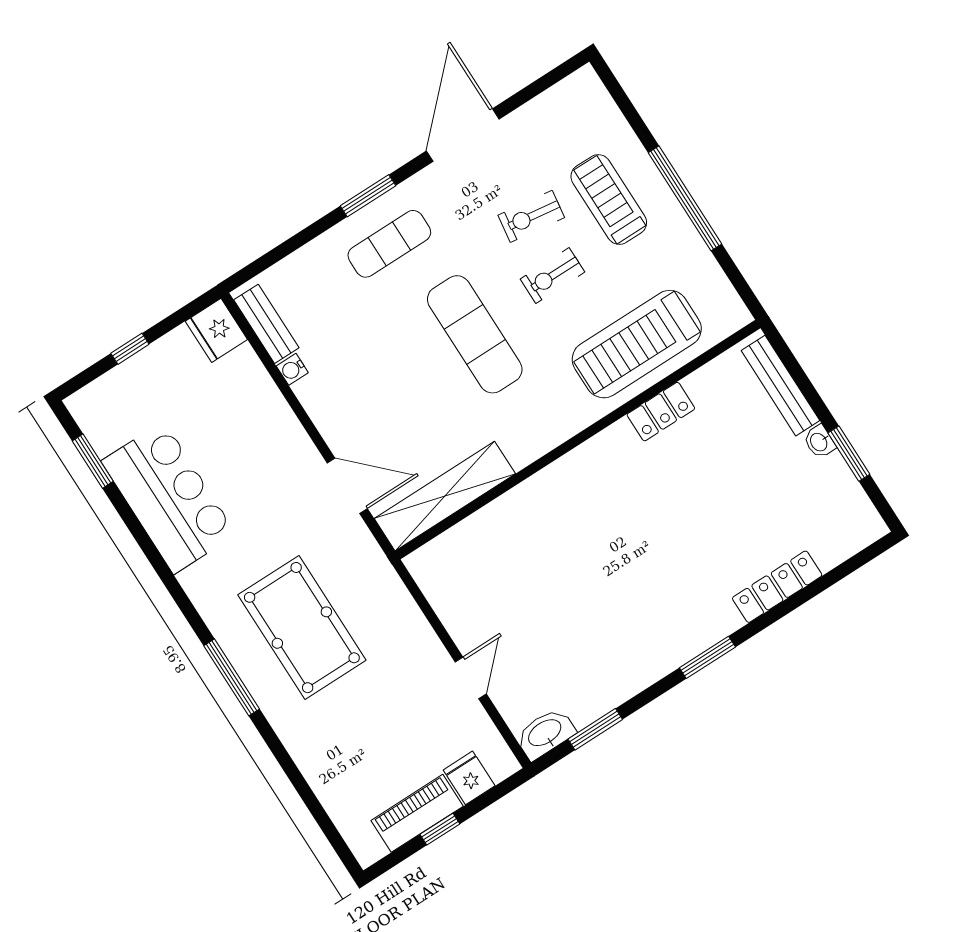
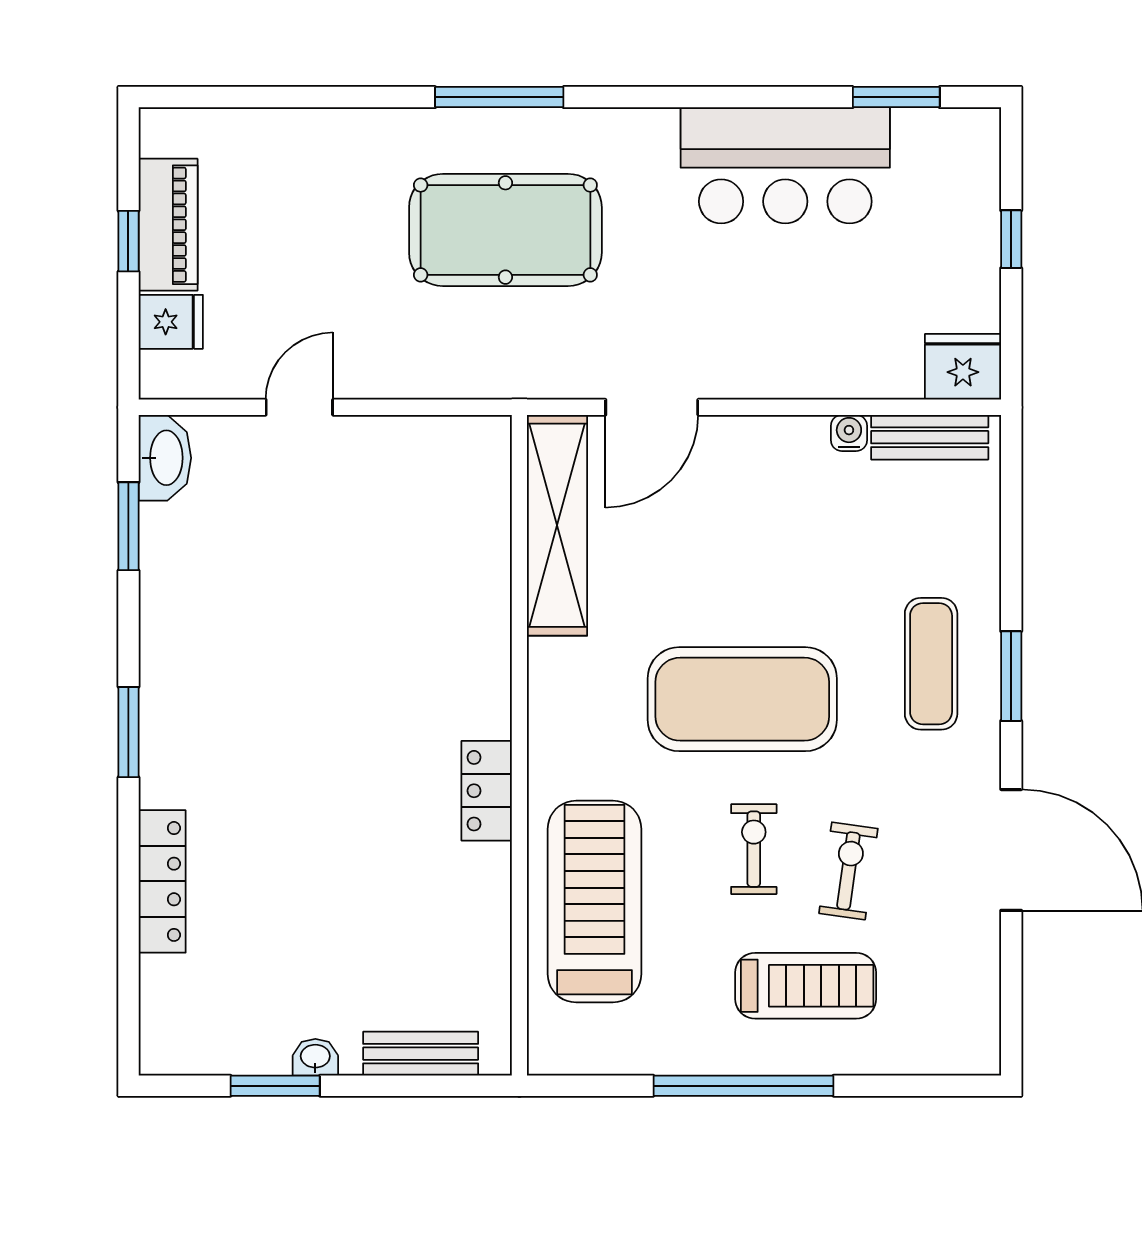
exercise mat: (475, 334) -> (742, 699), width x1.47
bench: (780, 386) -> (421, 1054), width x0.73
locker: (661, 412) -> (487, 791), moved
door: (471, 678) -> (299, 407), swing flipped

